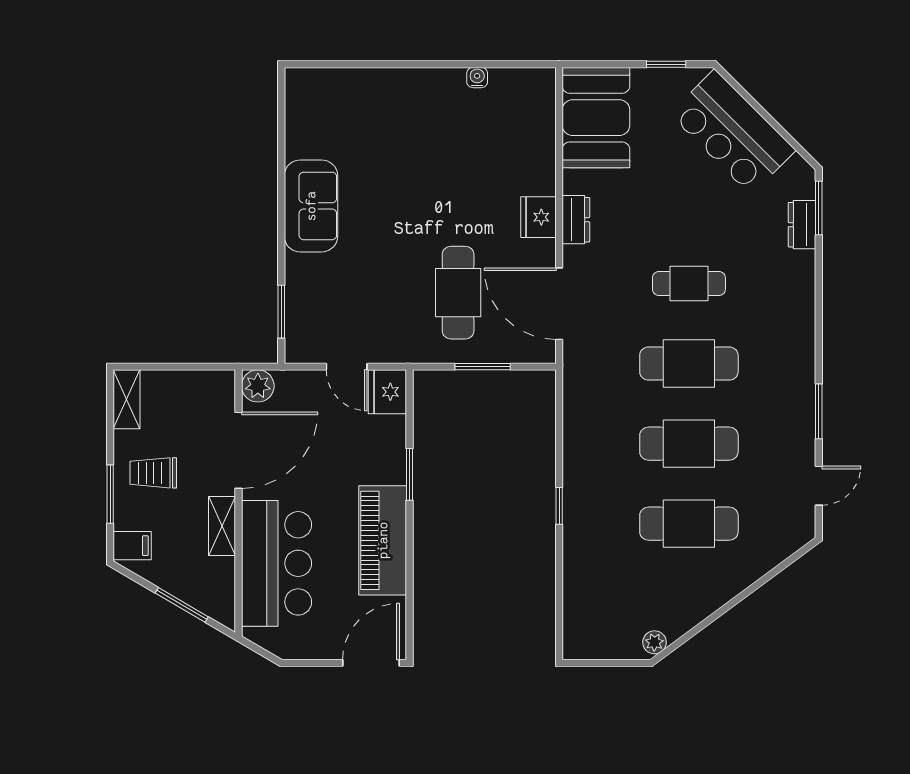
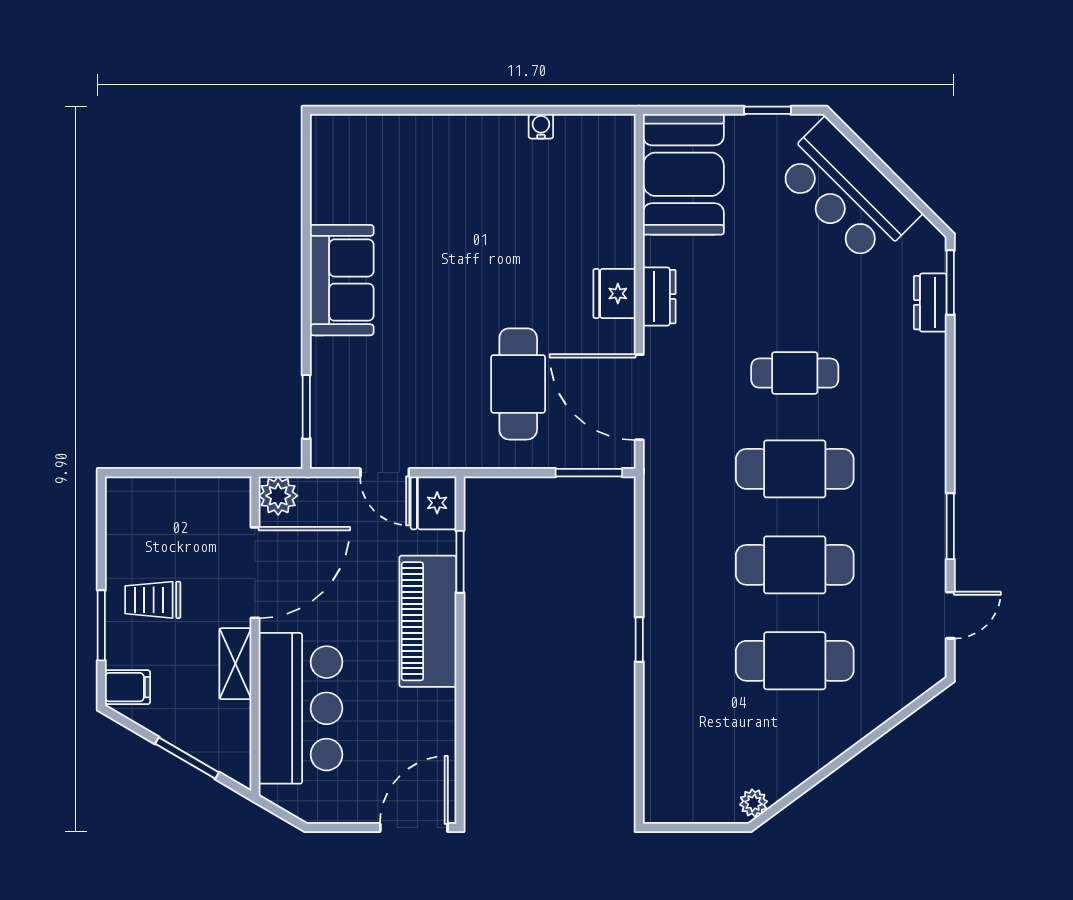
window: (483, 367) -> (589, 473), moved
shelving: (127, 399) -> (121, 512), removed
window: (409, 474) -> (460, 562), moved
piano: (383, 540) -> (428, 621), moved

